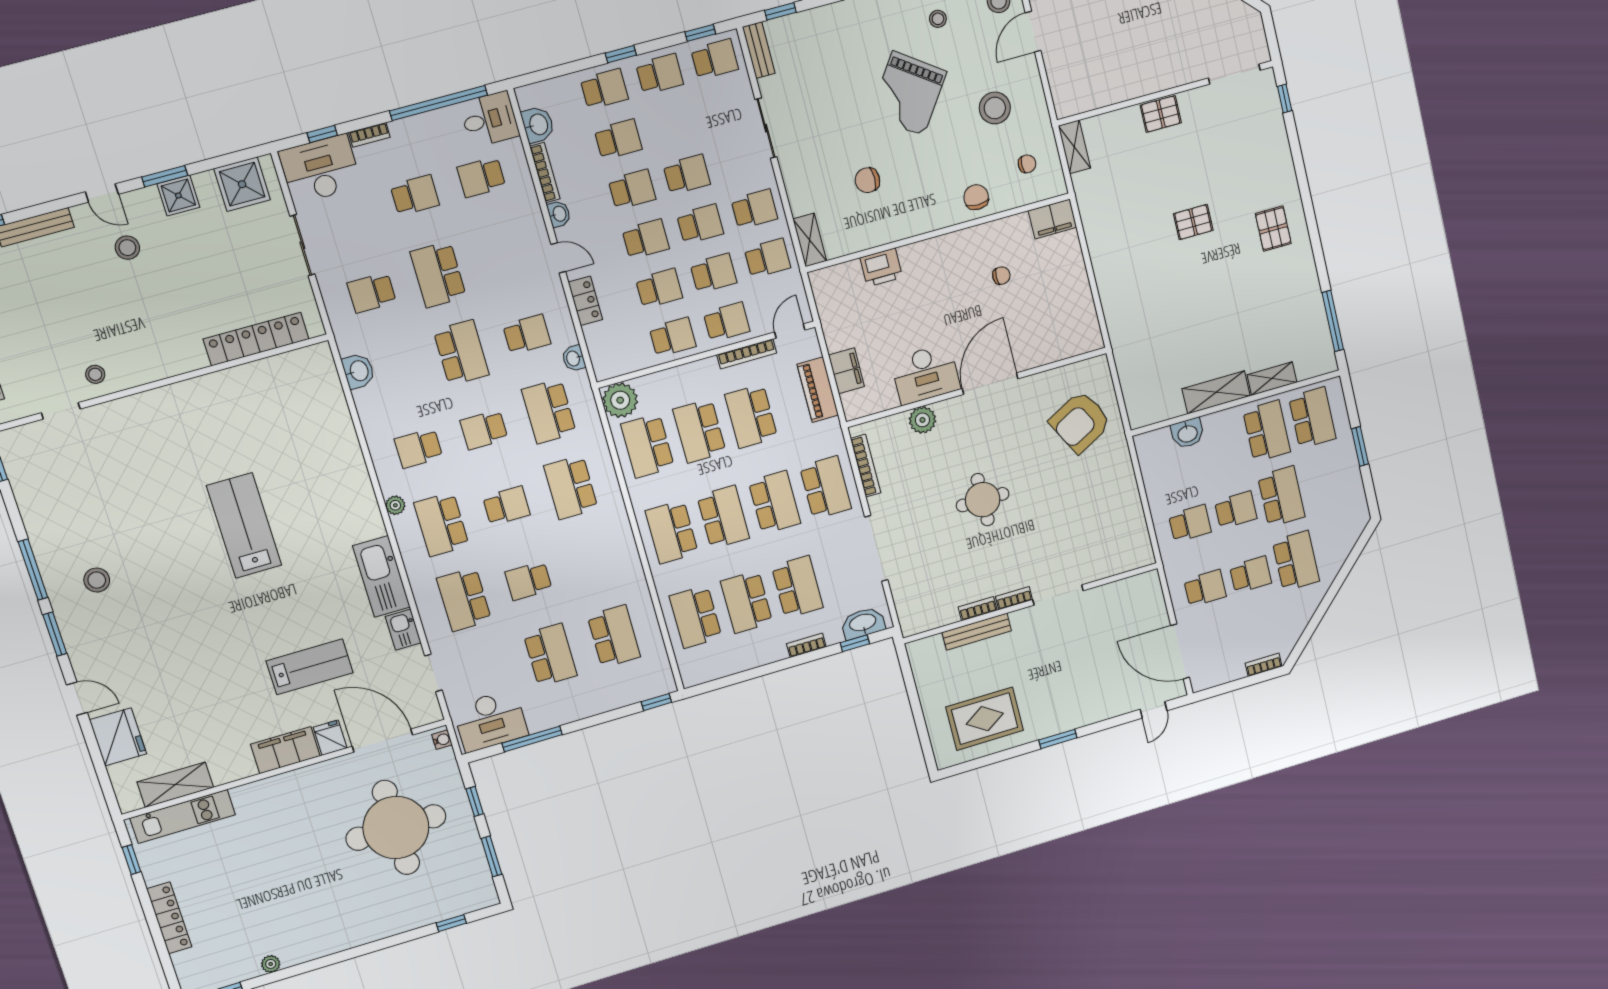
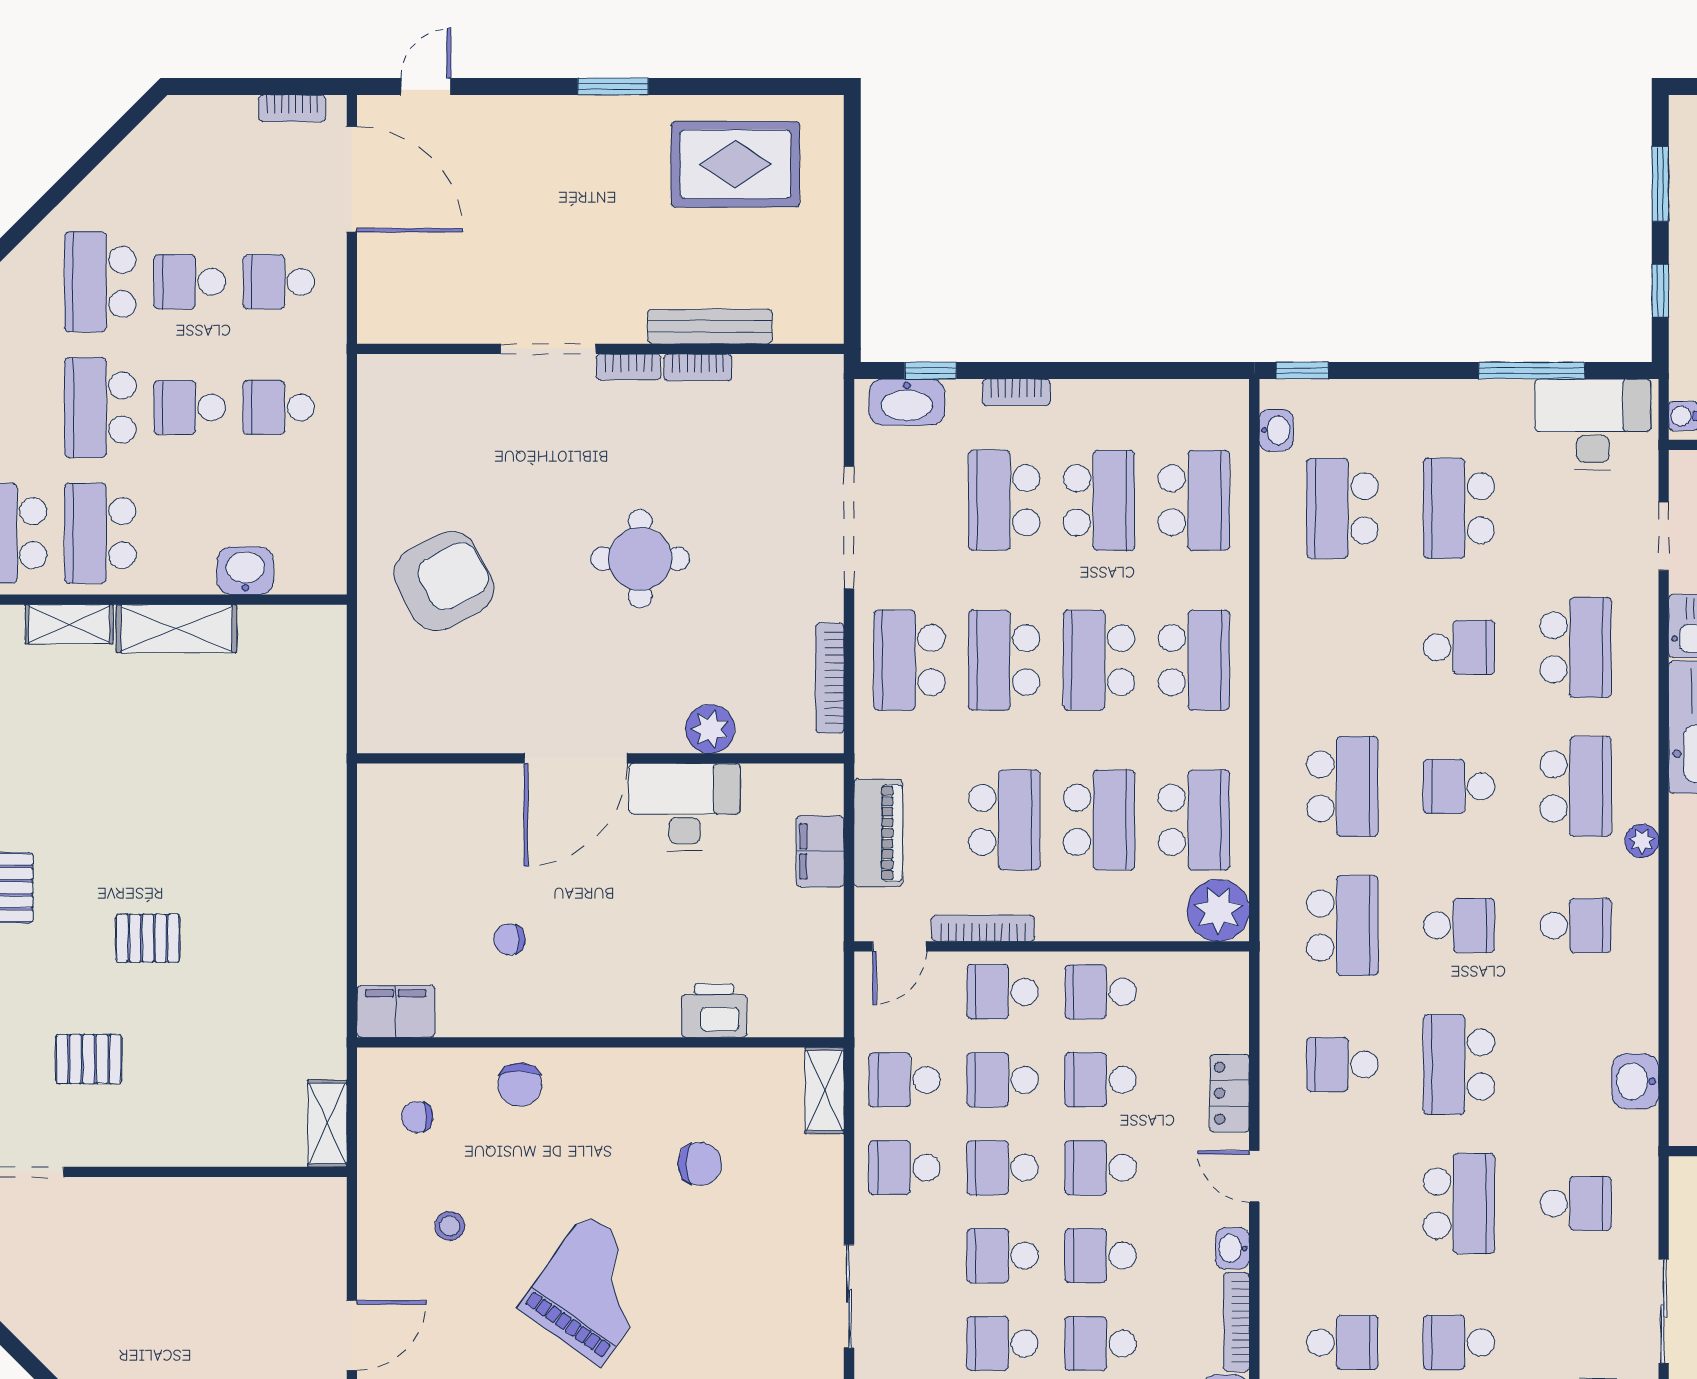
stool: (995, 108) -> (450, 1226), width x0.53, depth x0.53
pallet: (1161, 114) -> (89, 1059), moved
school desk: (673, 124) -> (1003, 1344), added
washbasin: (574, 358) -> (1276, 430), moved
armchair: (1080, 422) -> (444, 581), moved
bookcase: (1264, 665) -> (292, 108), moved

